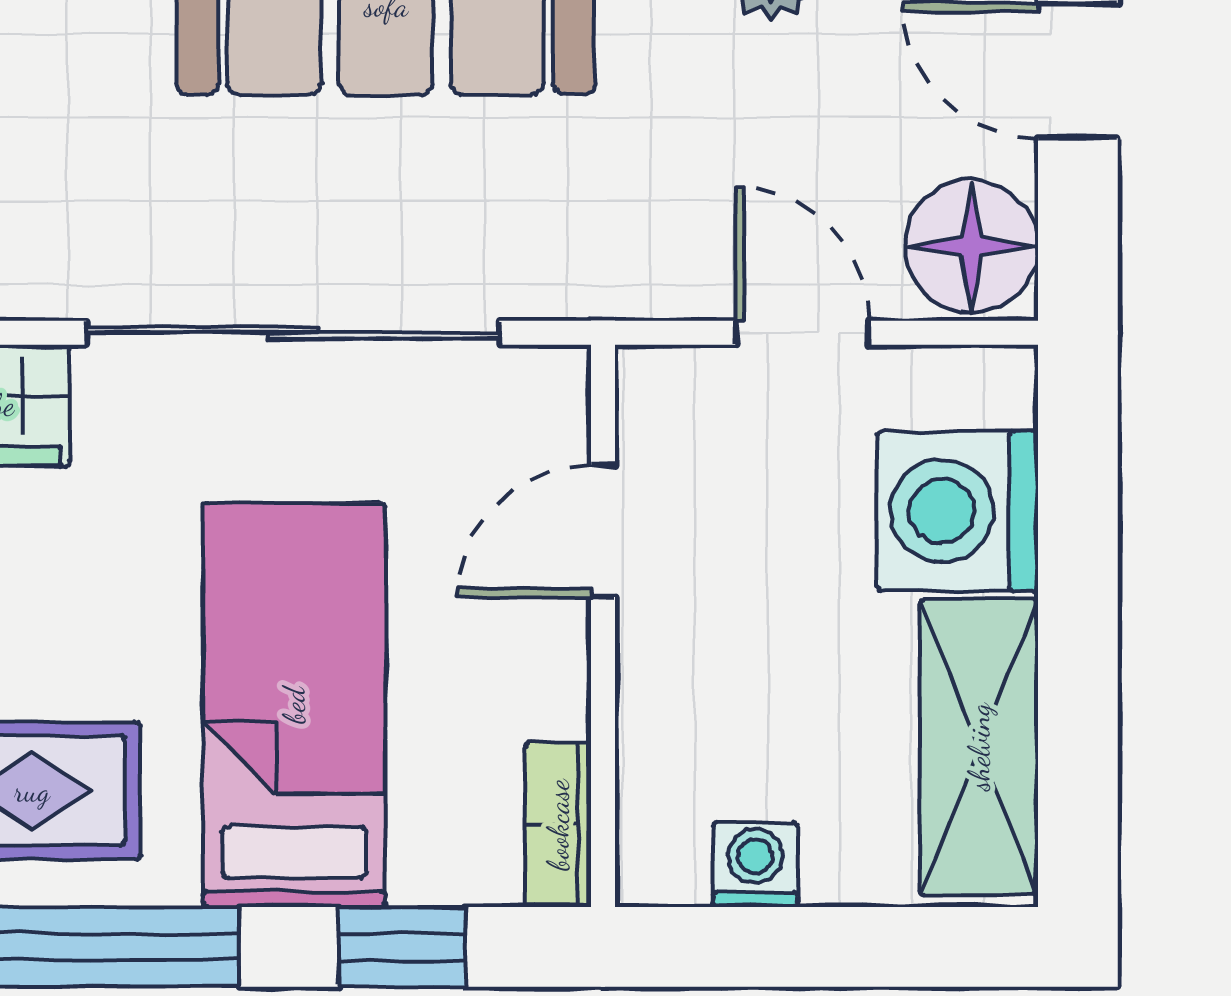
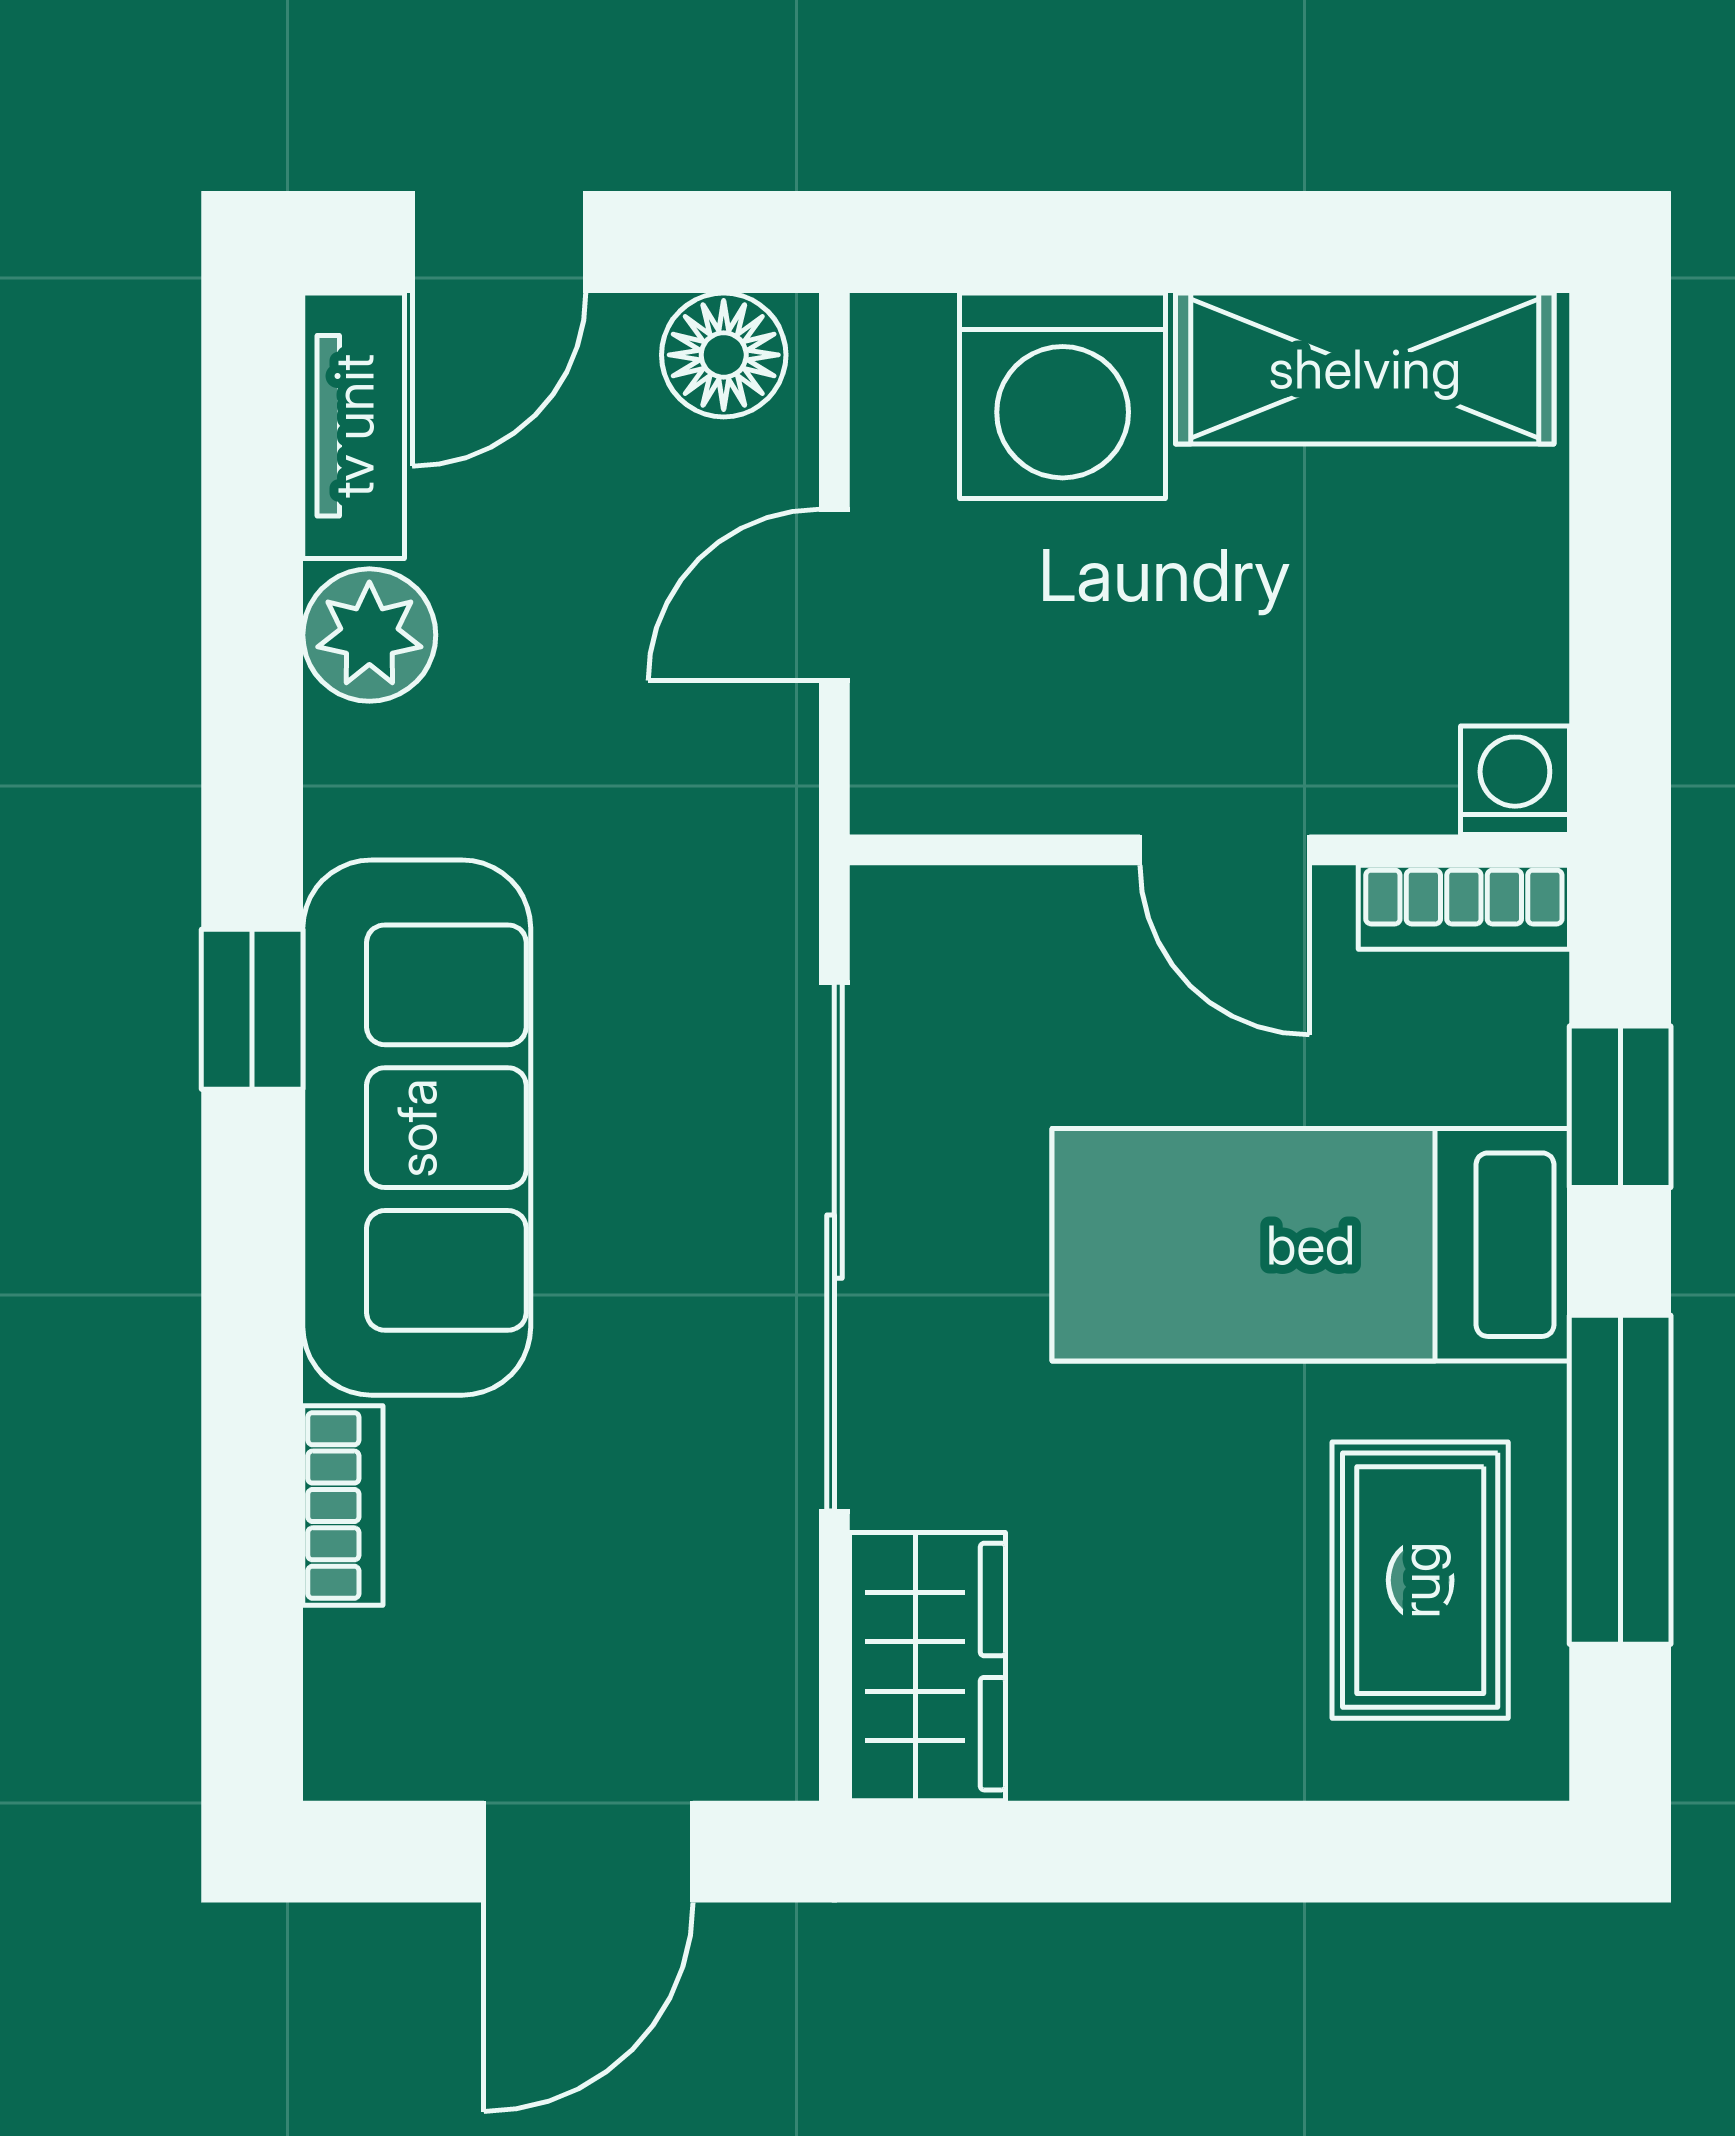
floor lamp: (972, 246) -> (724, 355), width x0.73, depth x0.73
door: (603, 531) -> (1225, 850), moved
washing machine: (755, 865) -> (1515, 780), moved, turned 90

